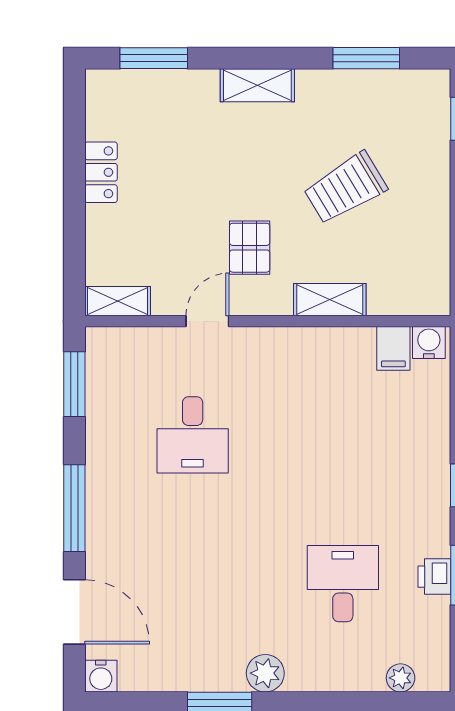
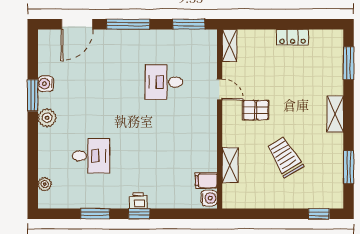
shelving: (330, 300) -> (230, 165), moved
printer: (434, 577) -> (138, 201), moved
water cooler: (101, 676) -> (46, 84), moved

